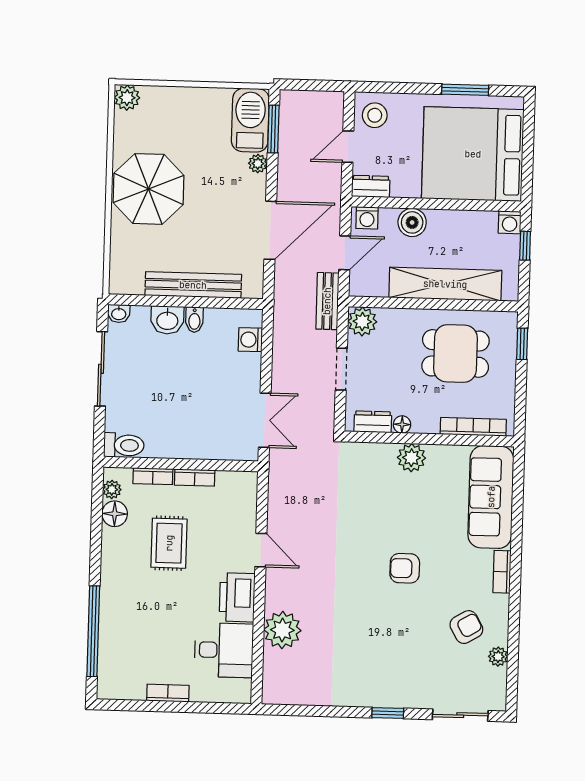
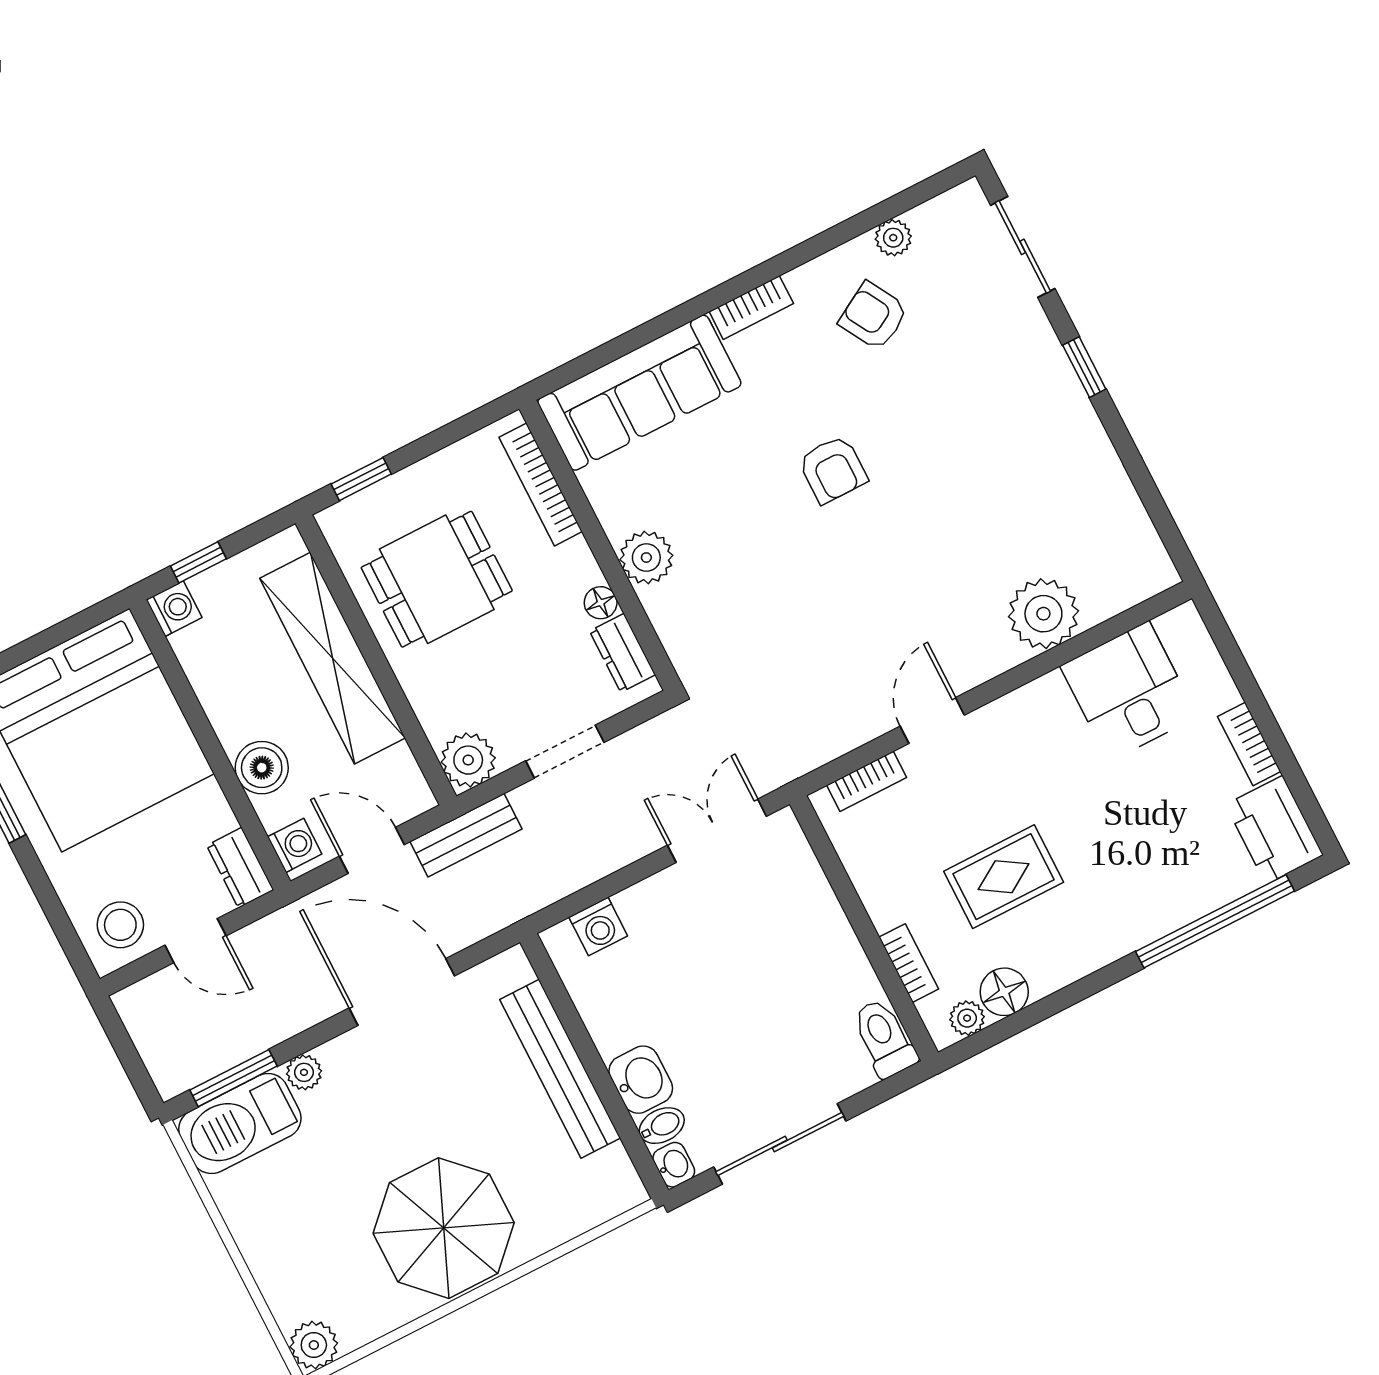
bidet: (194, 320) -> (662, 1126), moved
dining table: (456, 353) -> (437, 579), turned 90
bookcase: (195, 478) -> (867, 781), moved, turned 90
printer: (237, 597) -> (1274, 830), moved, turned 90

